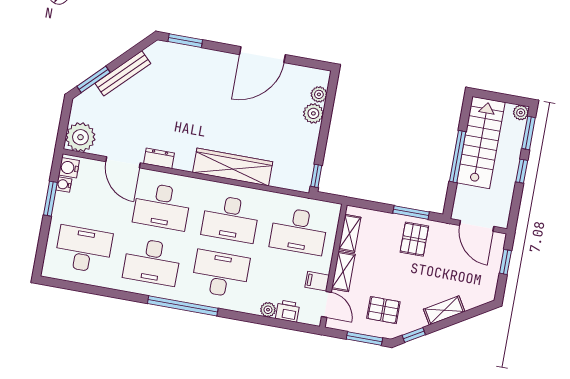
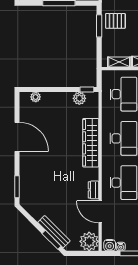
bench: (123, 73) -> (54, 232), moved
plant: (313, 113) -> (79, 98), moved
door: (123, 162) -> (100, 212), swing flipped

